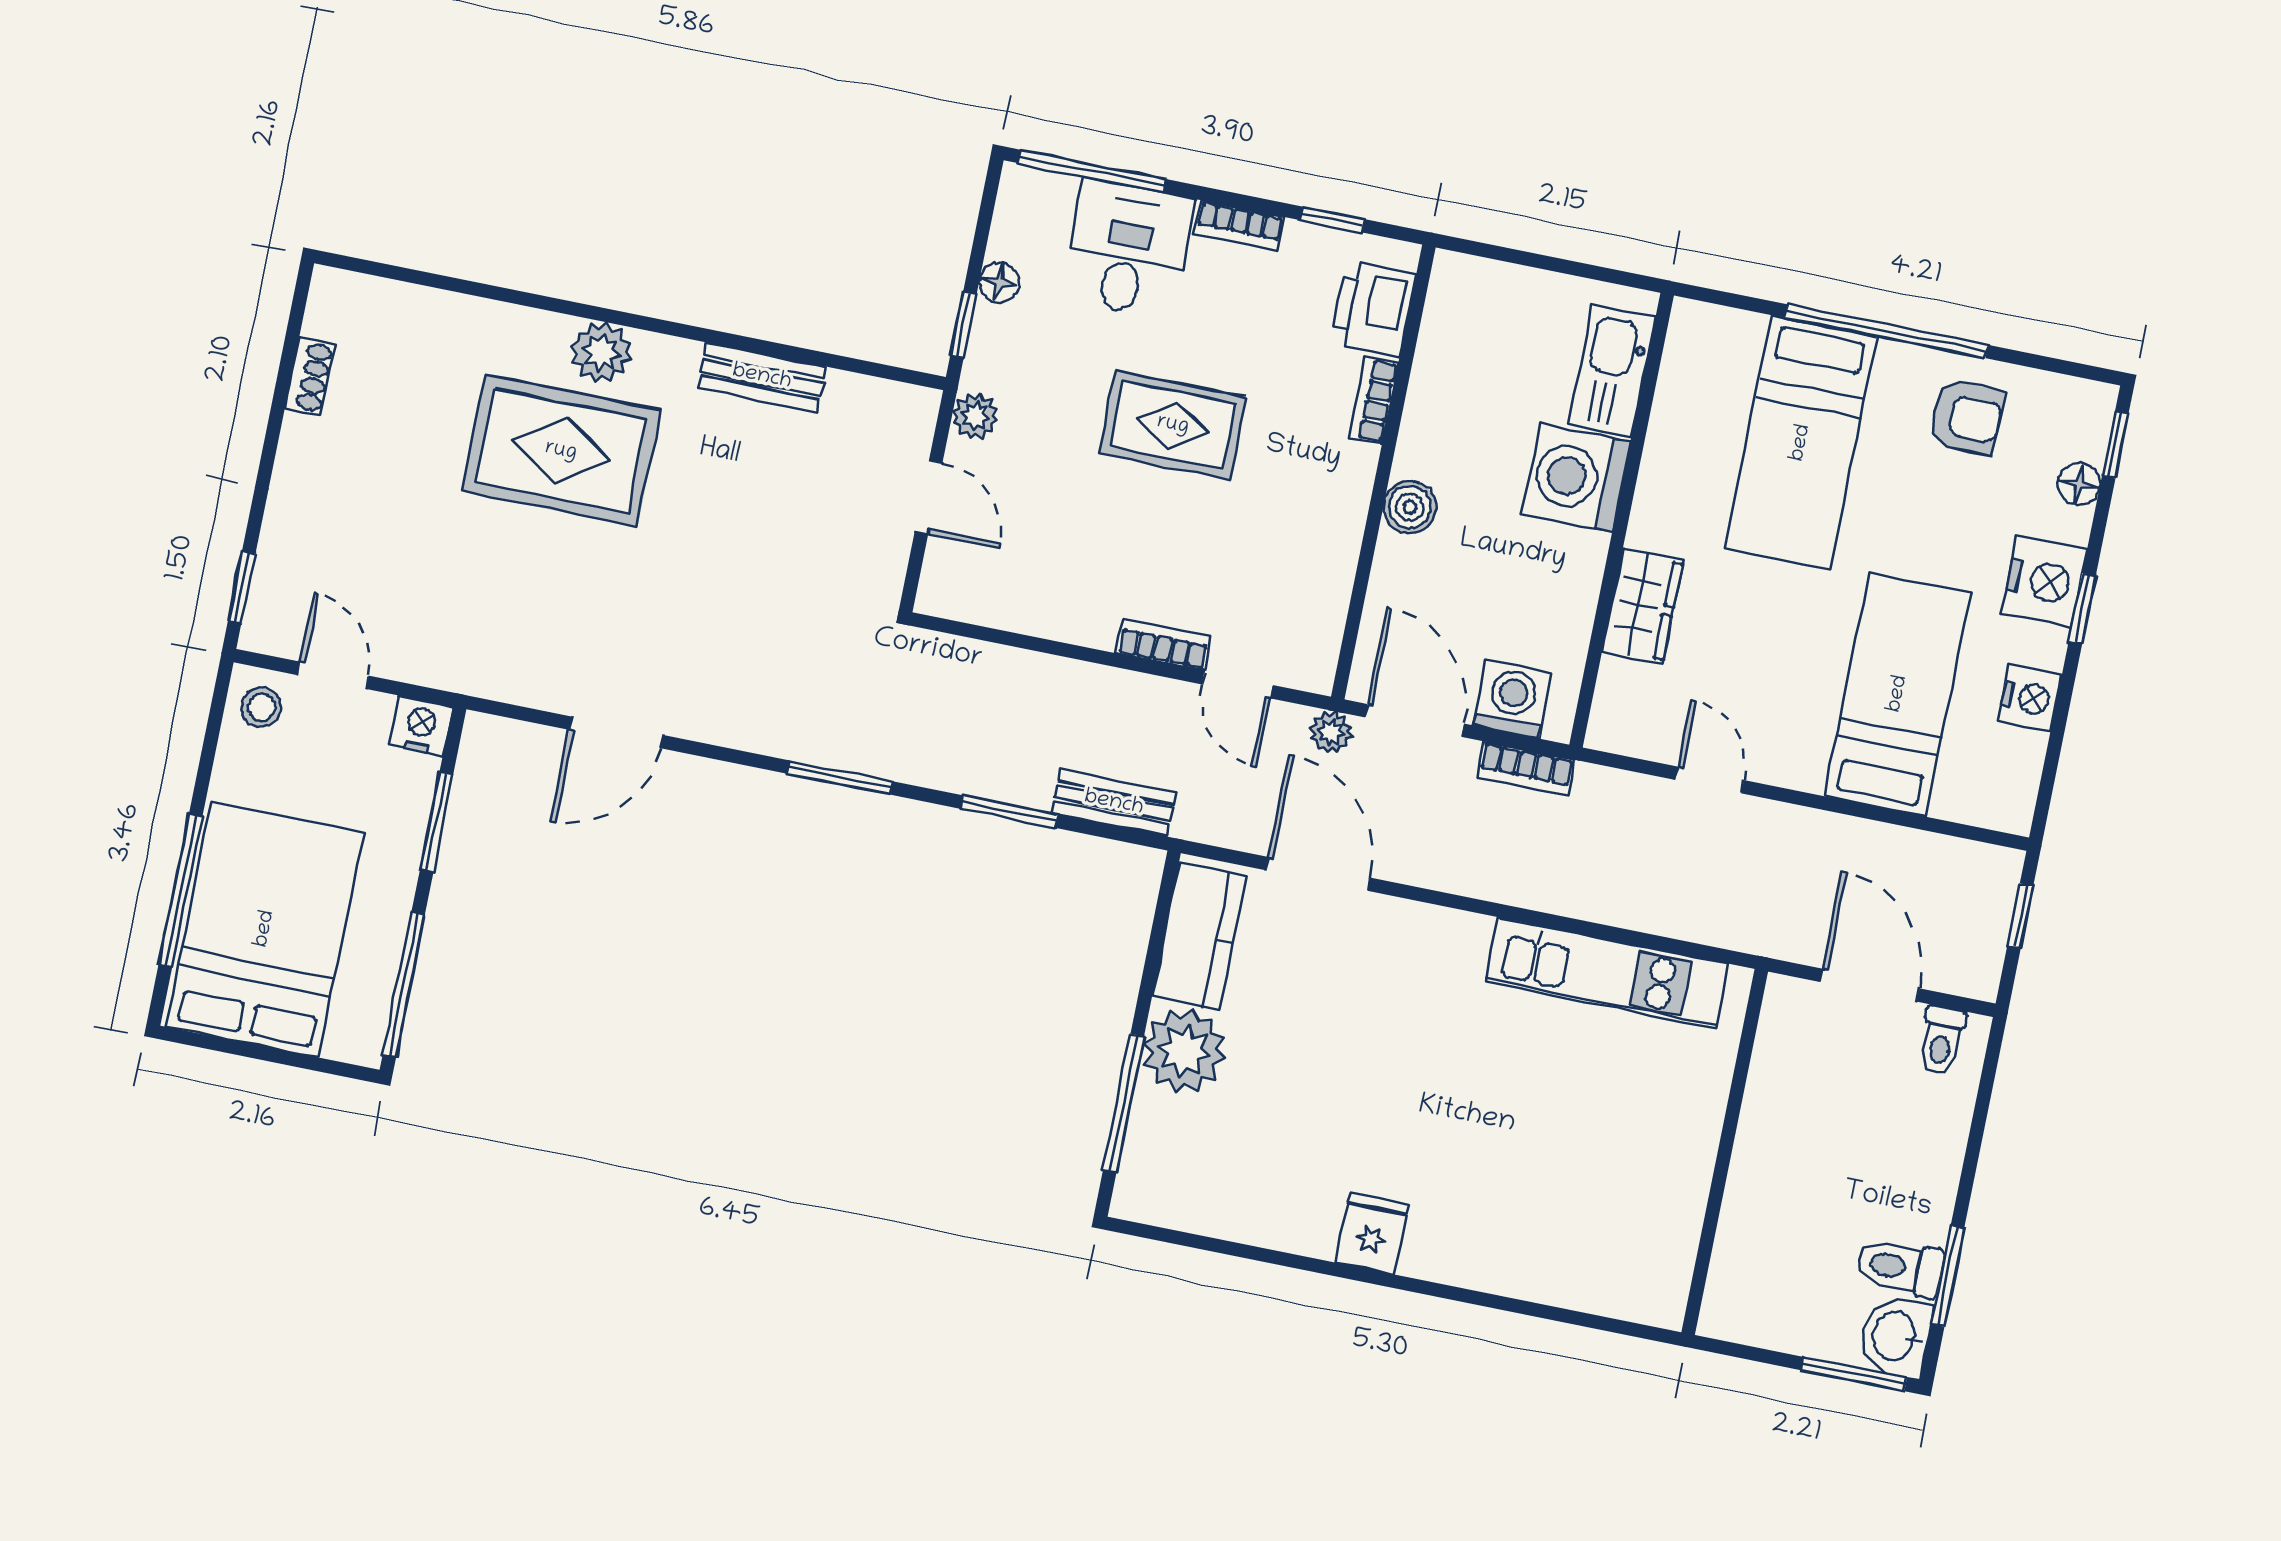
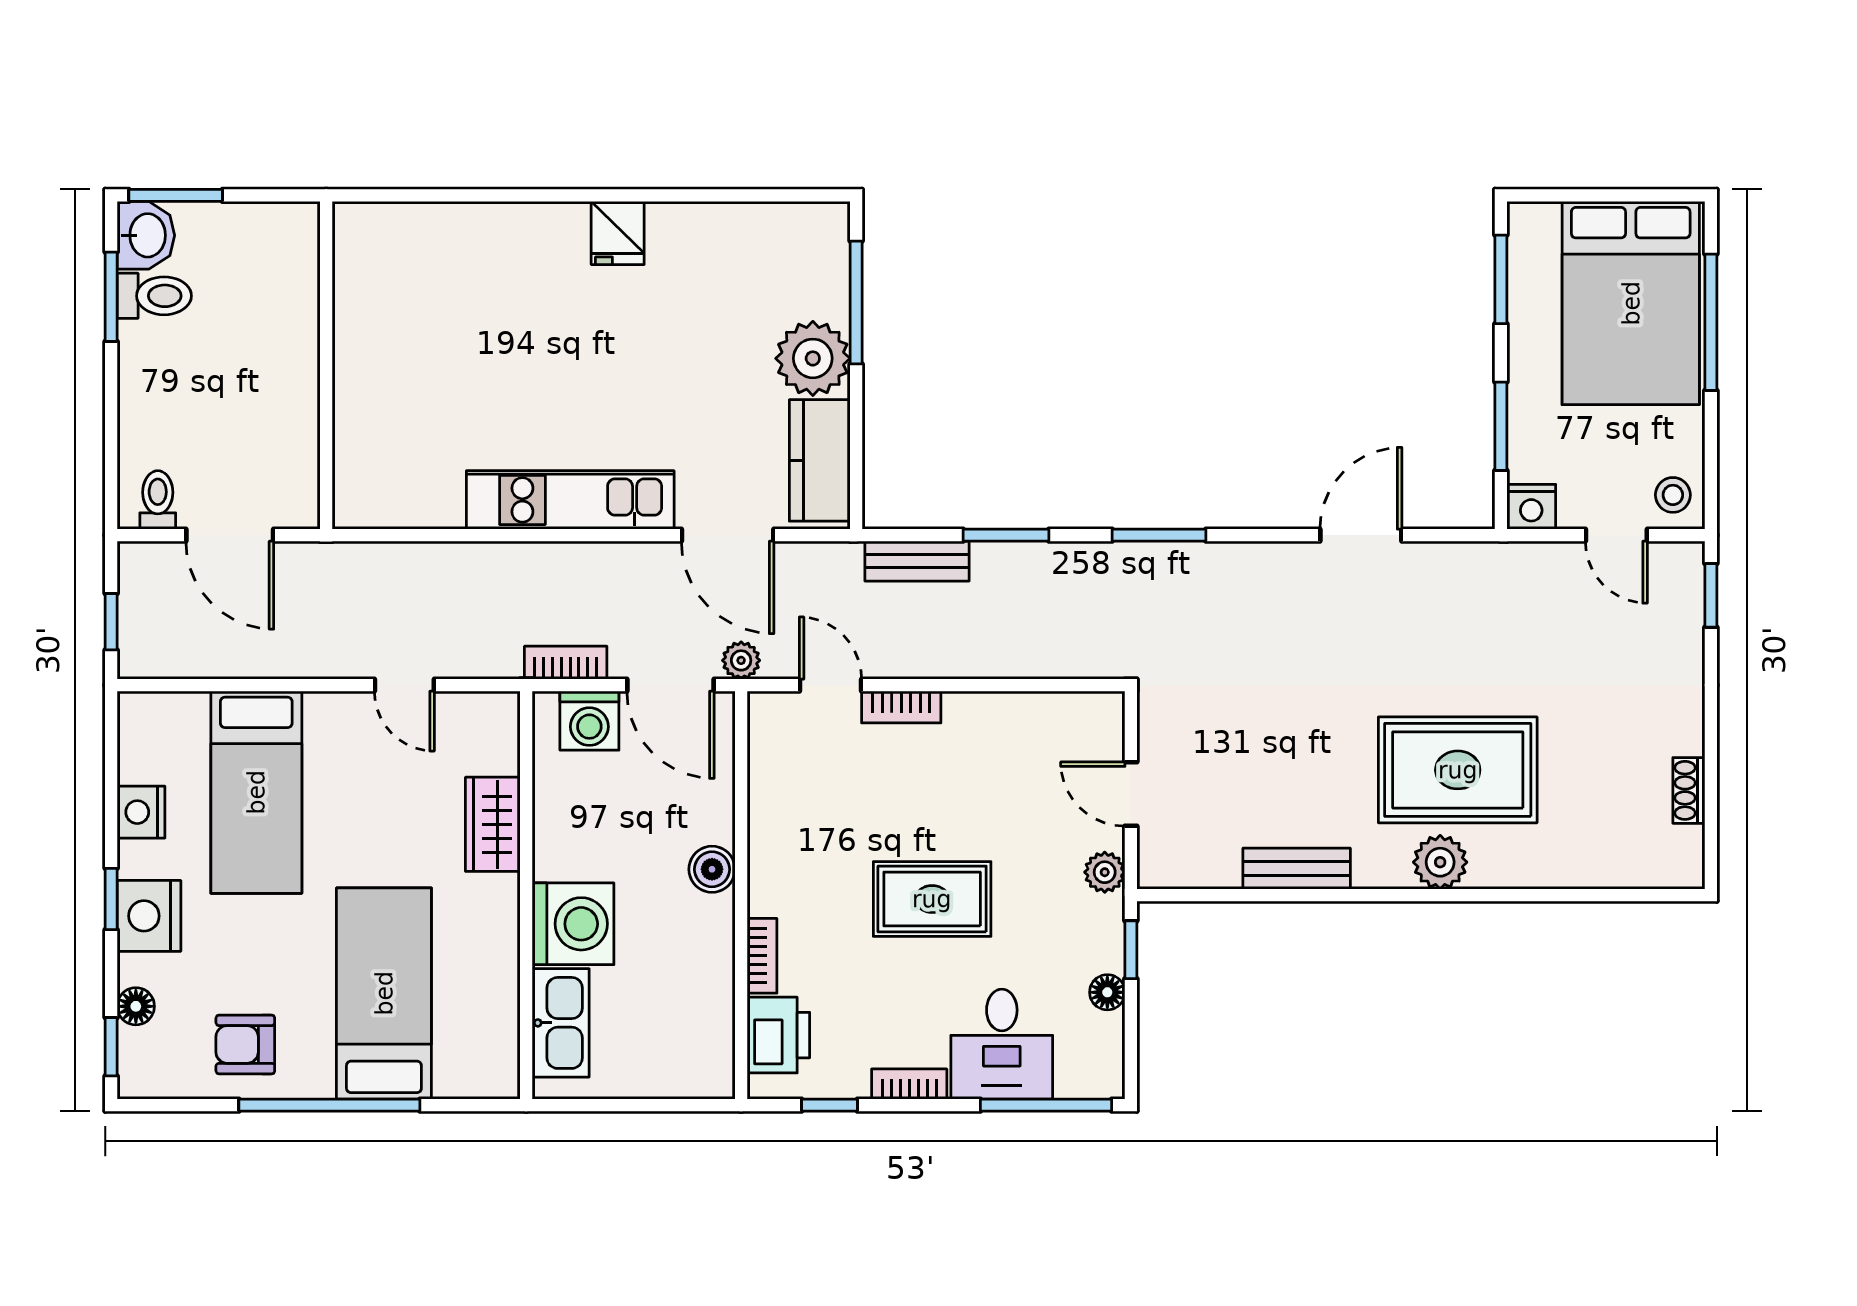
kitchen unit: (1607, 973) -> (570, 500), moved
window: (404, 985) -> (1501, 279), width x0.69

